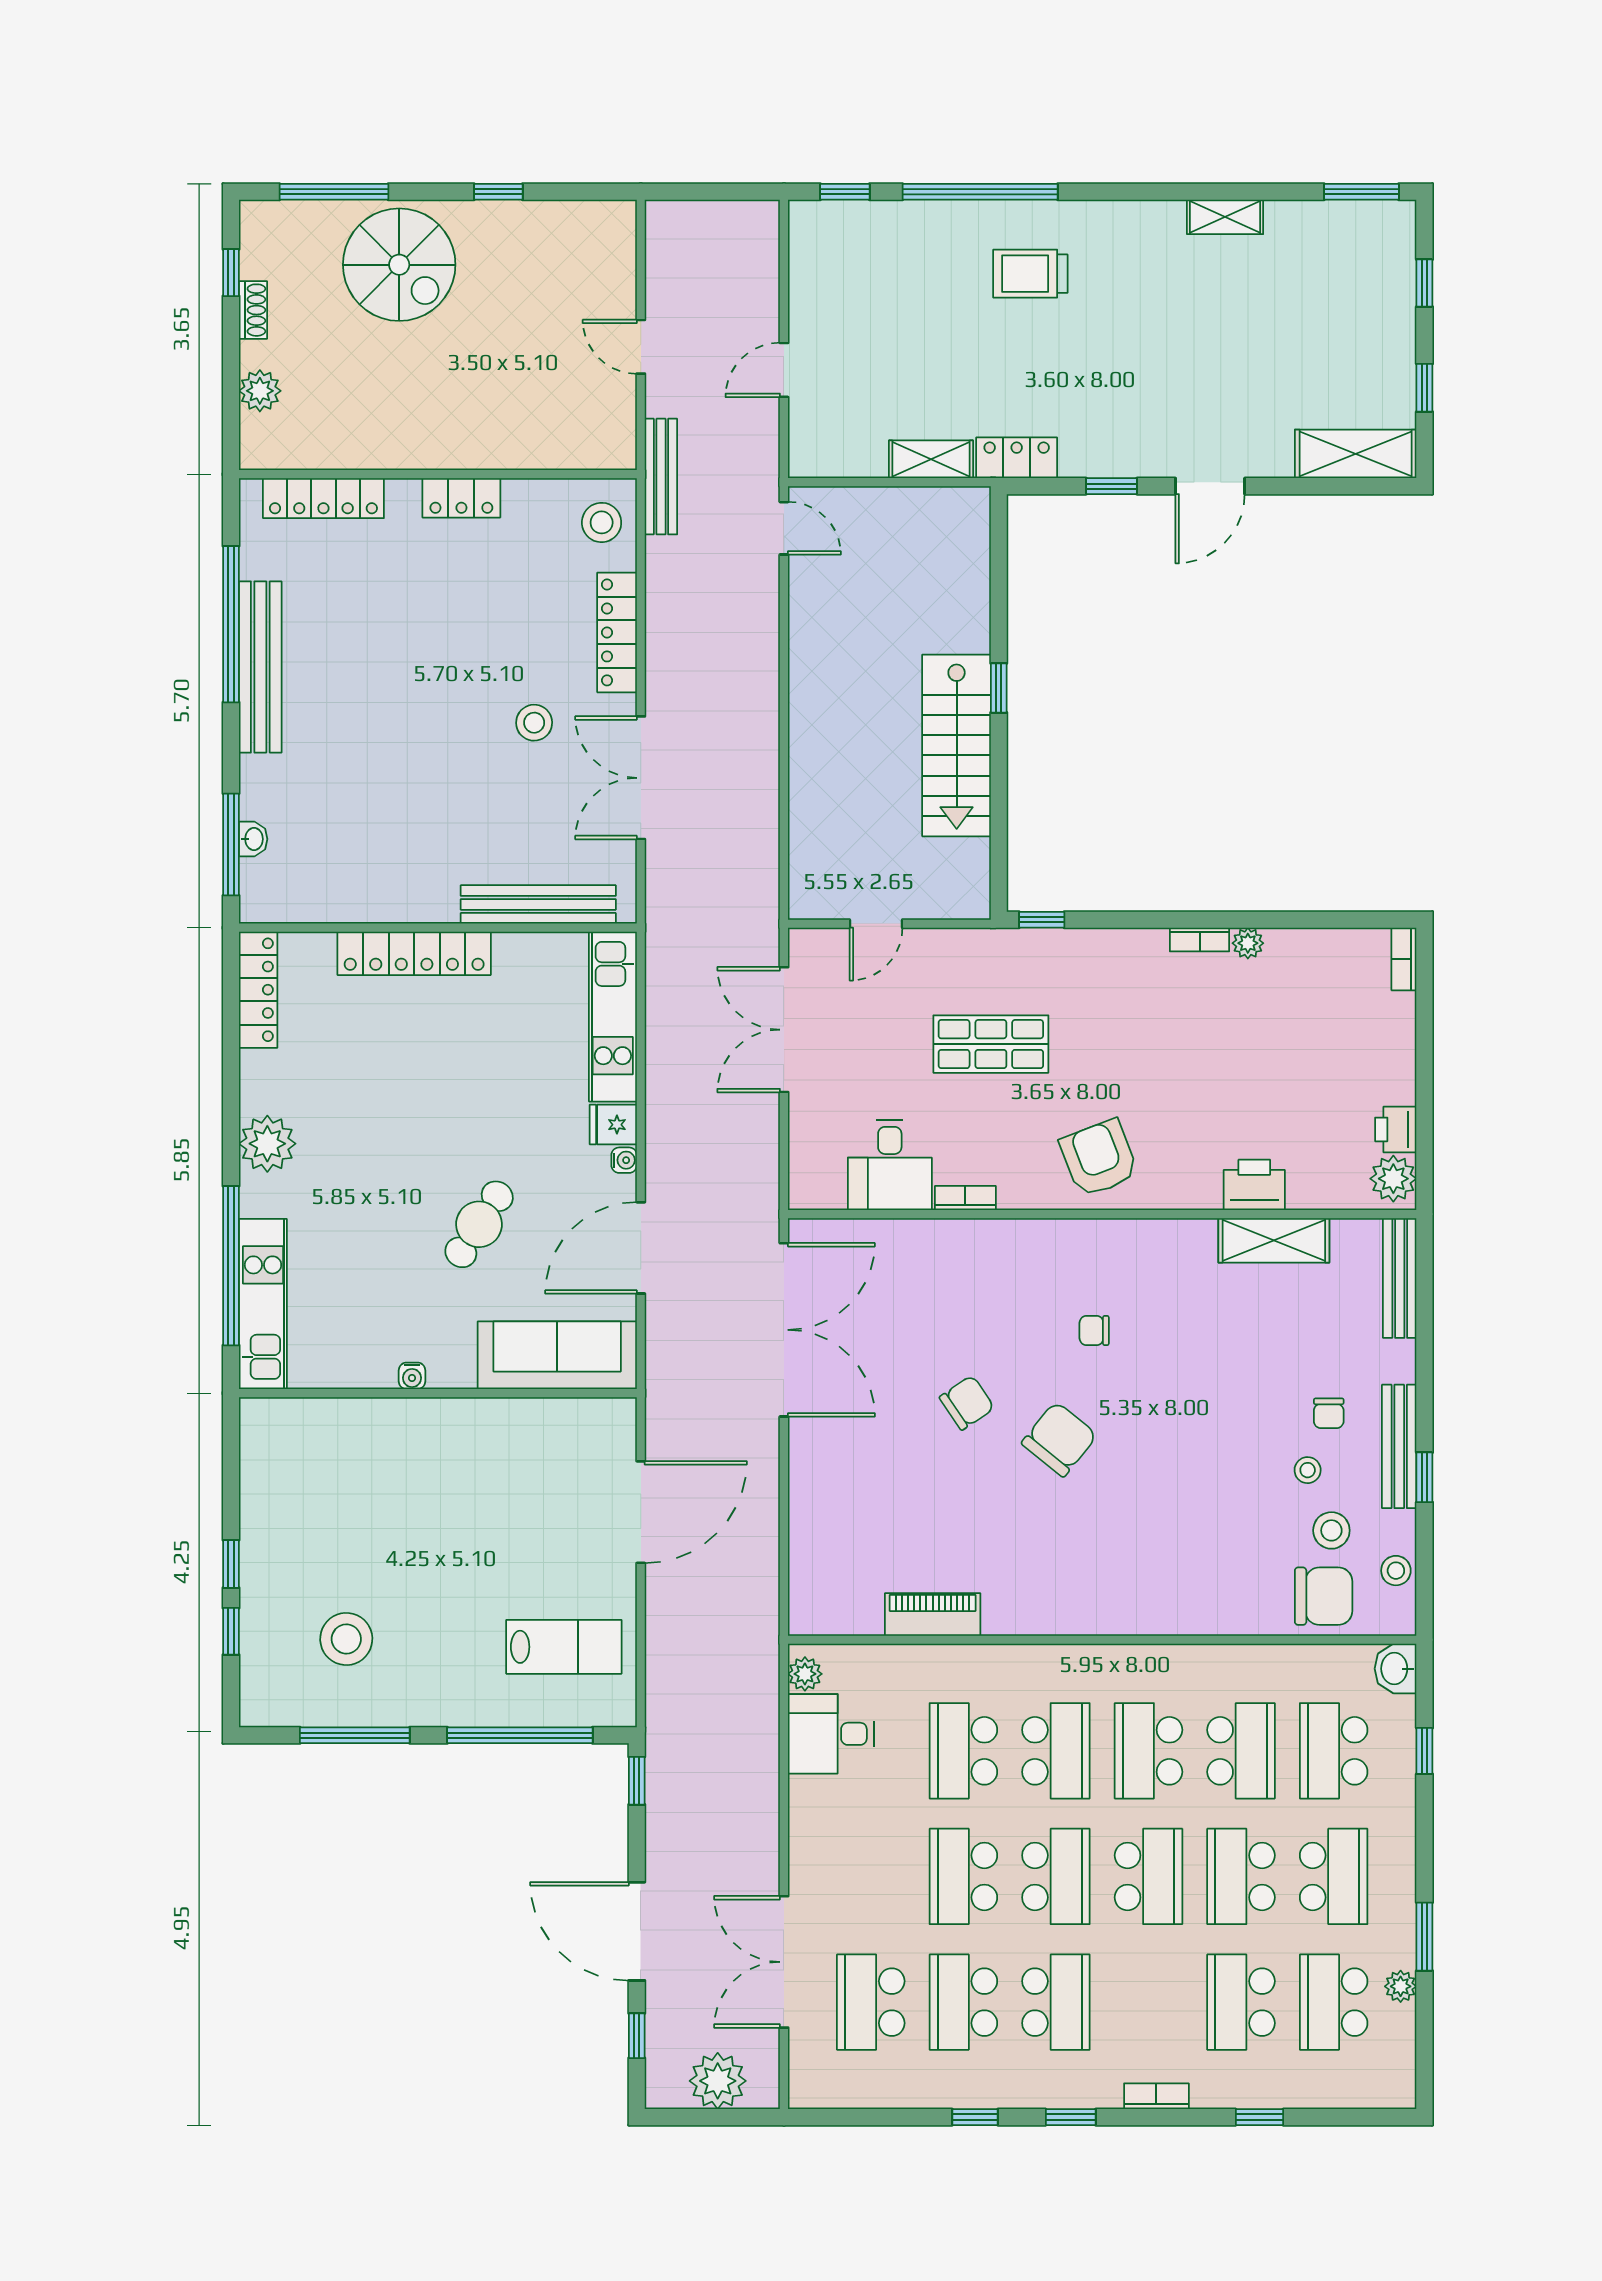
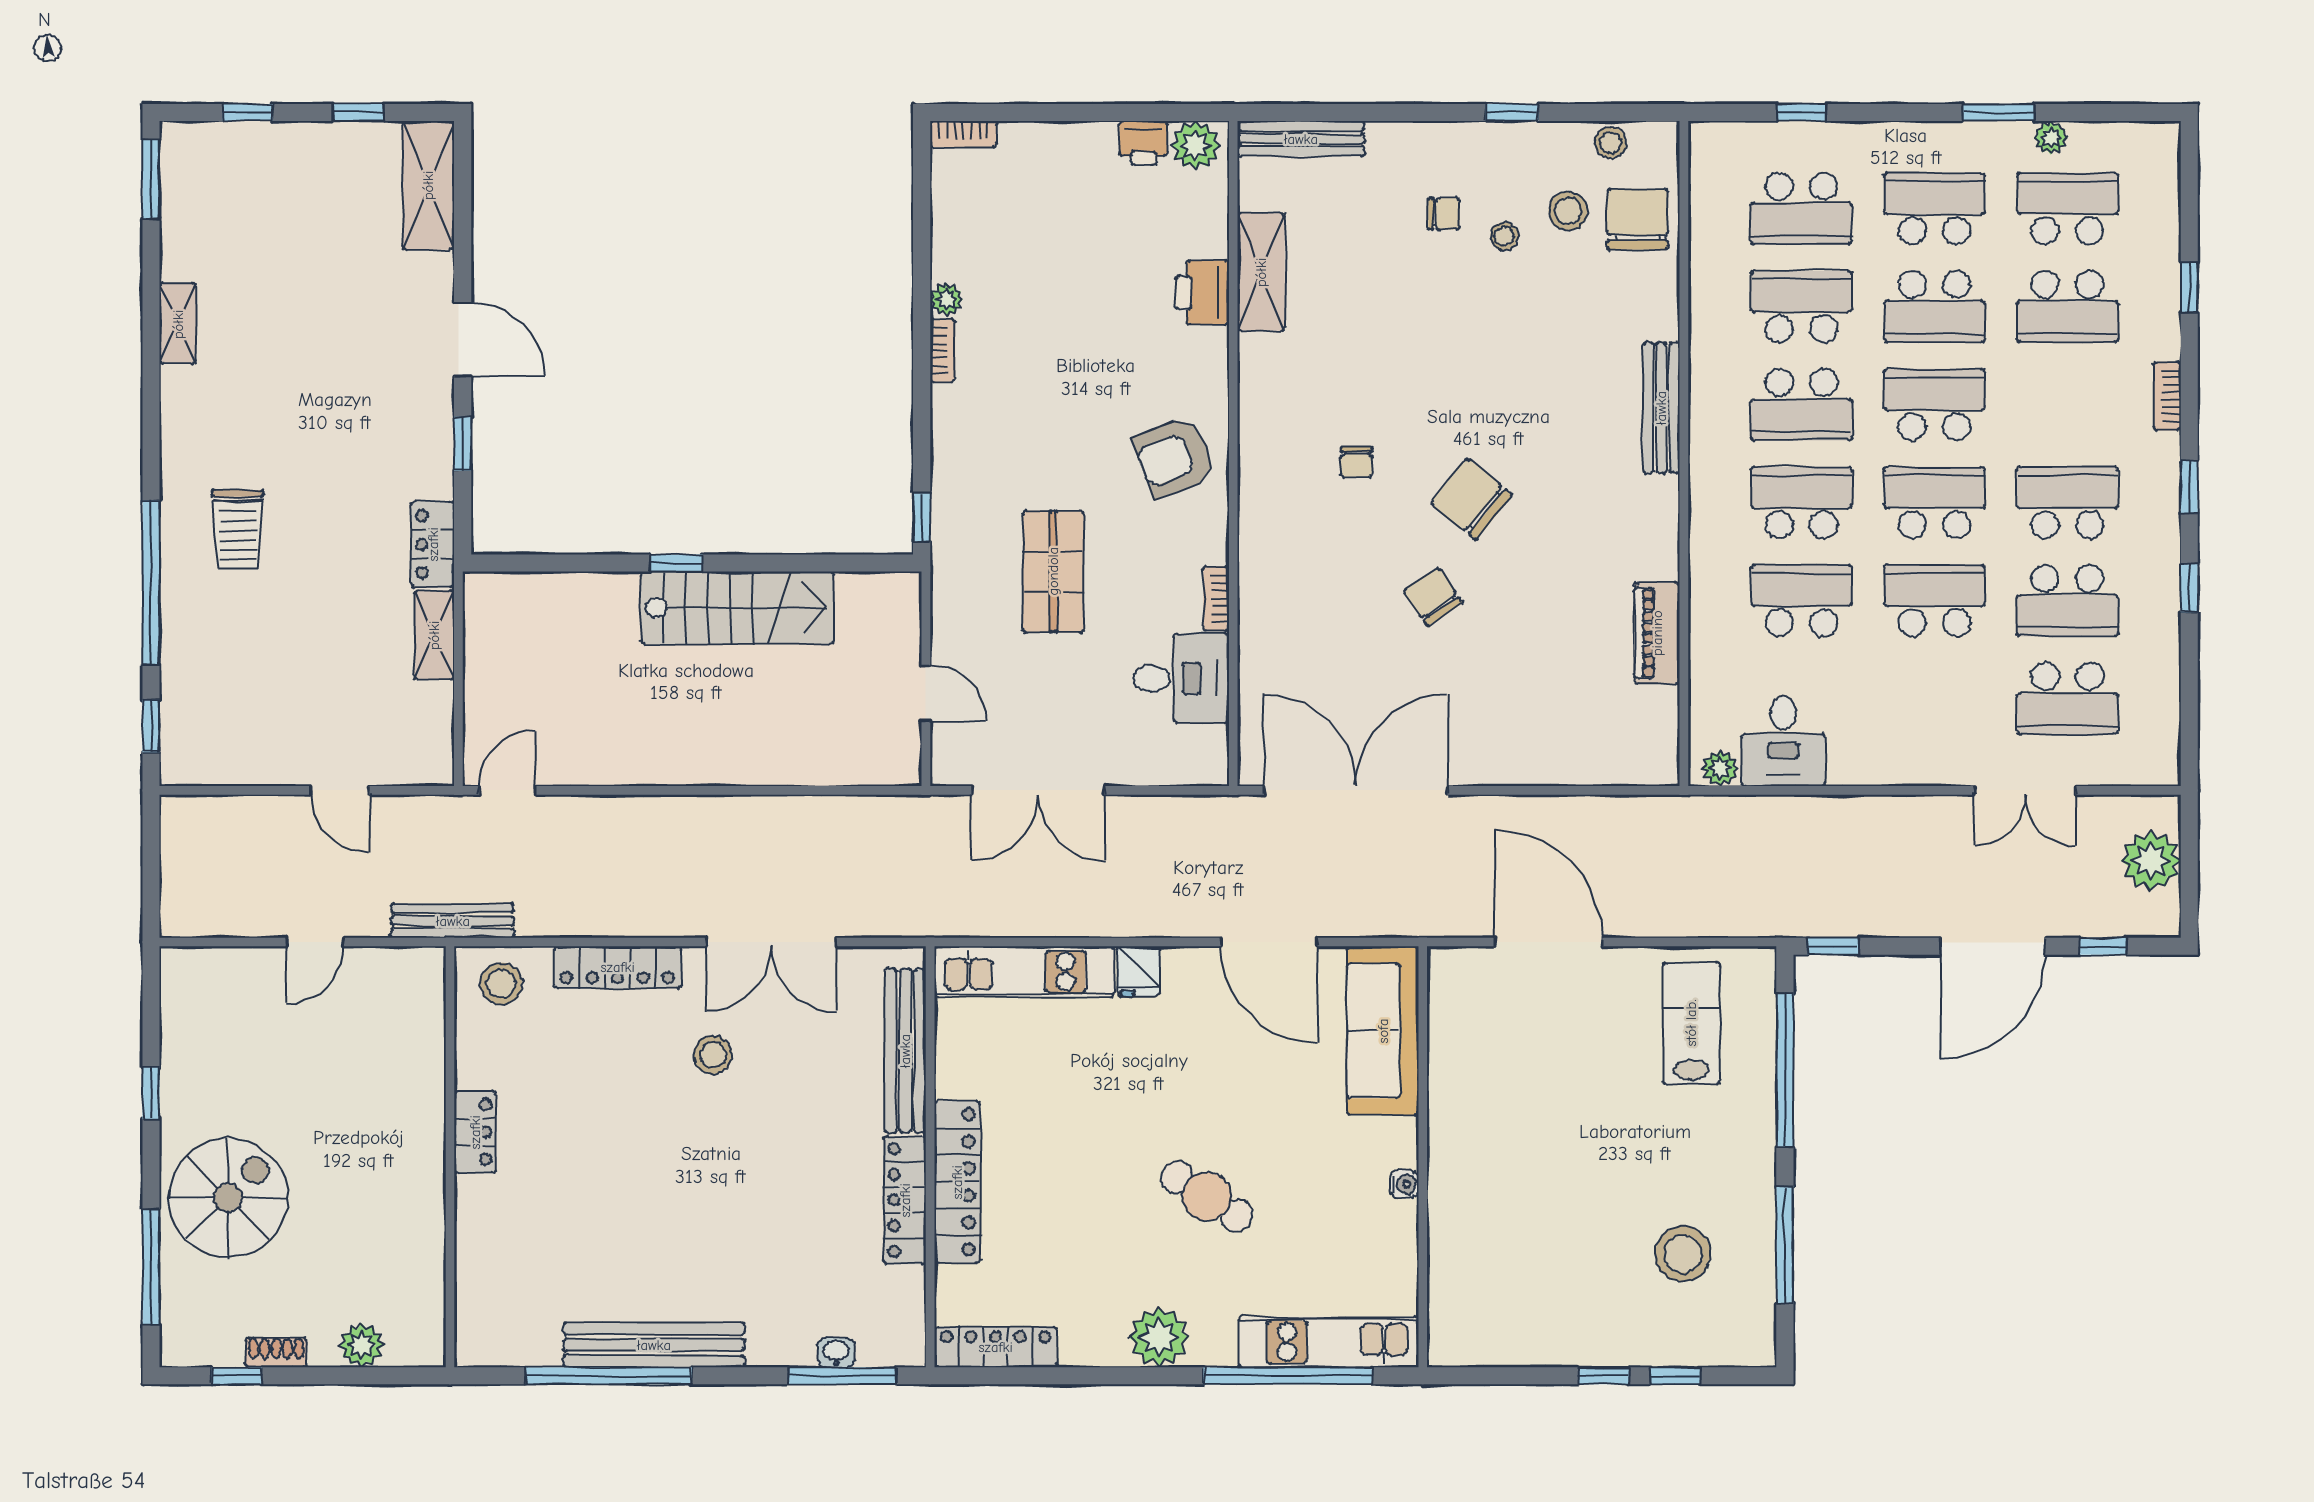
locker: (323, 498) -> (905, 1200), moved, turned 180
water cooler: (624, 1160) -> (1176, 960), removed
cafe table: (479, 1224) -> (1207, 1196), moved
bench: (1399, 1446) -> (1661, 408), moved, turned 90
washbasin: (1395, 1669) -> (1714, 143), removed
school desk: (963, 1751) -> (1801, 601), turned 180
school desk: (963, 1876) -> (1934, 601), turned 180
double door: (784, 1962) -> (2025, 790), width x0.73
school desk: (1334, 2002) -> (2067, 209), turned 180

